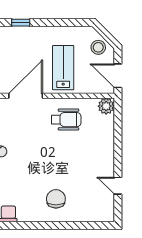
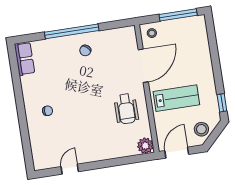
window: (21, 23) -> (222, 103), moved
door: (26, 96) -> (143, 66), hinge flipped
chair: (56, 199) -> (48, 111), width x0.54, depth x0.54

